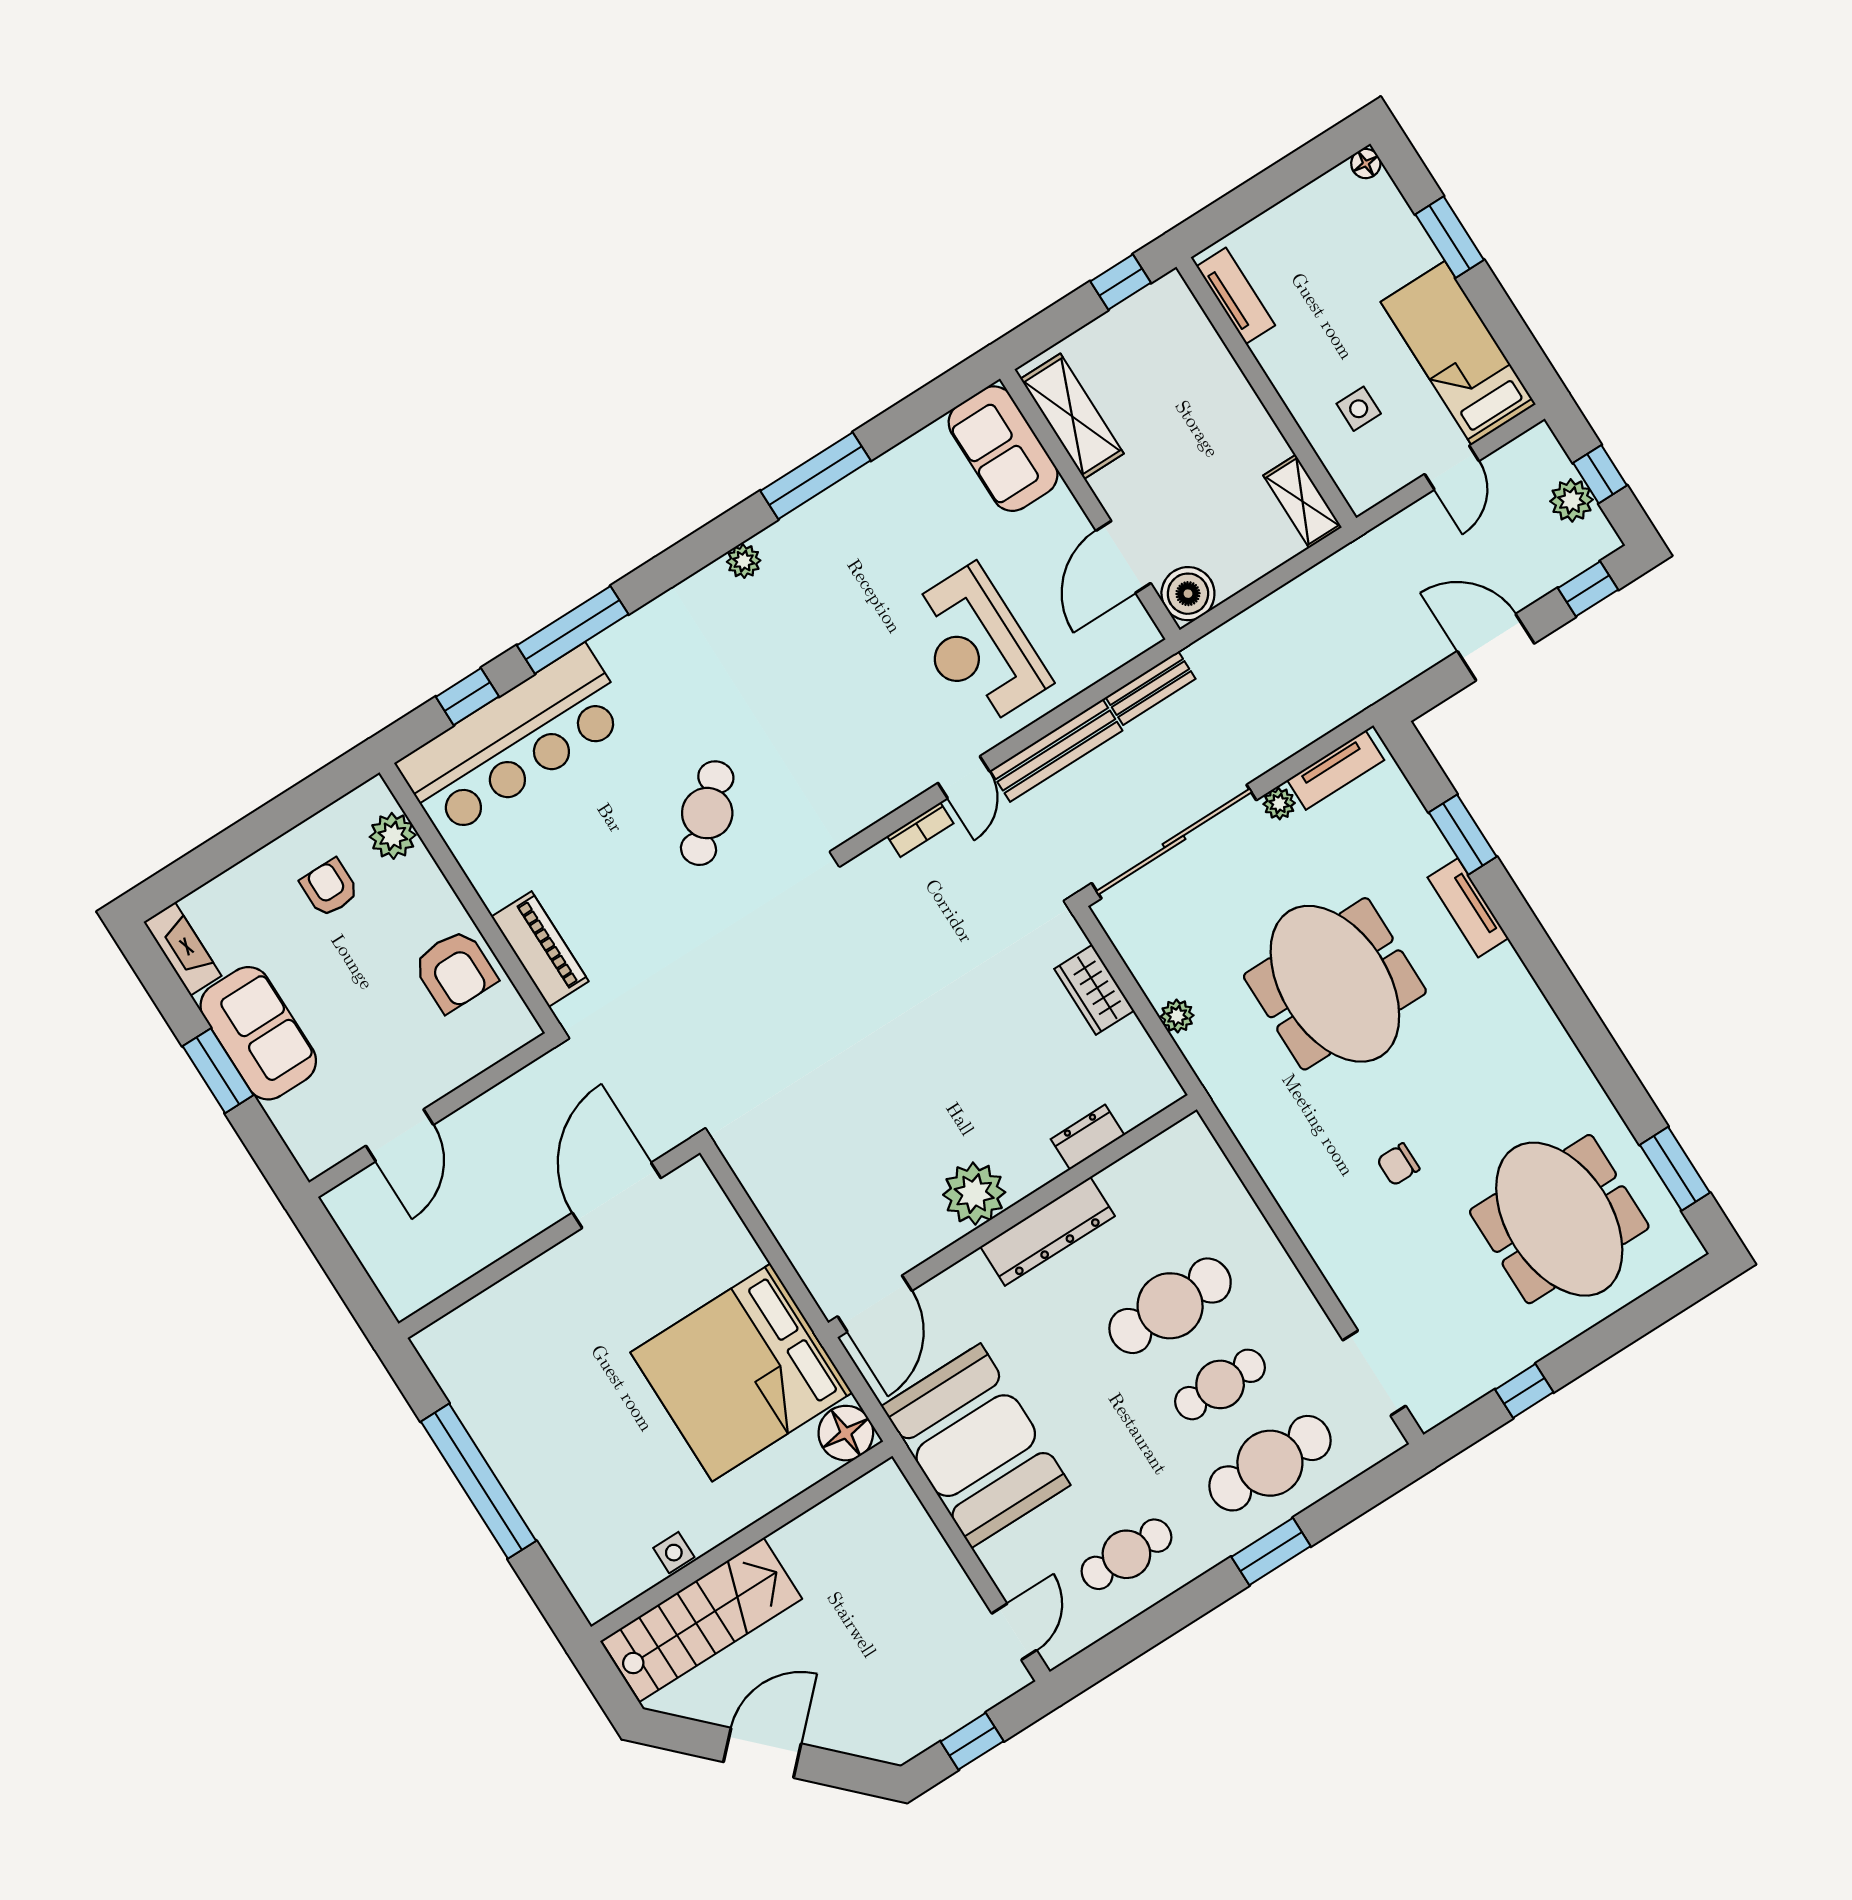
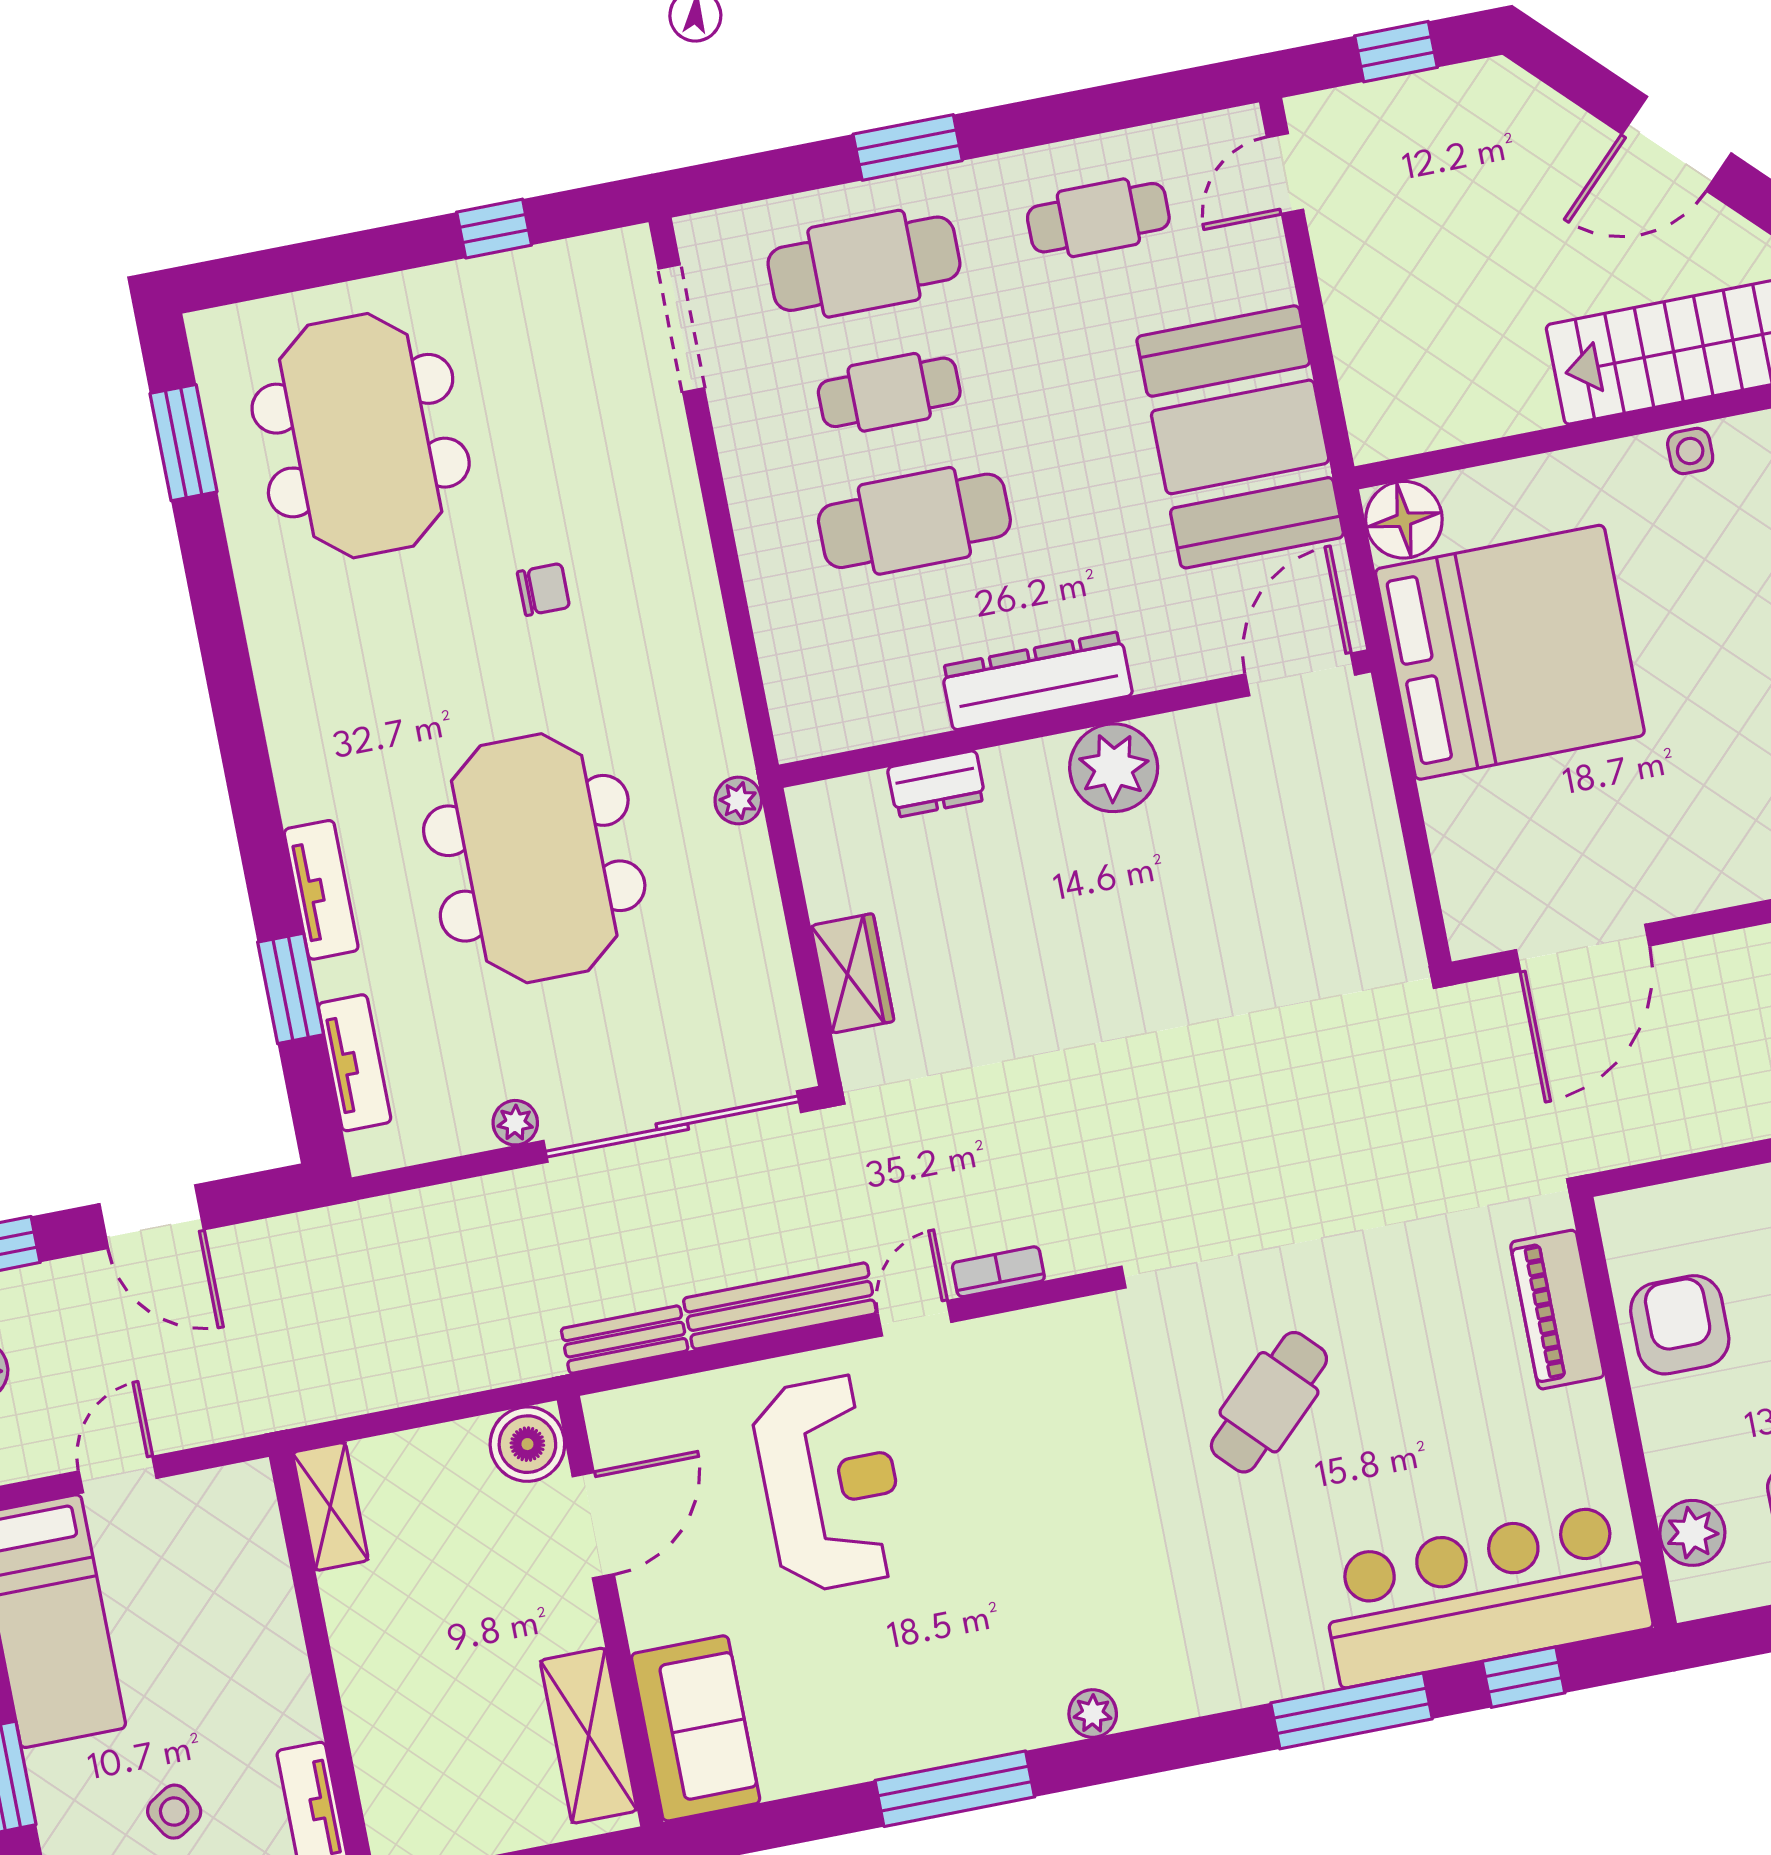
side table: (1359, 409) -> (174, 1812), moved, turned -32
tv unit: (1336, 770) -> (355, 1063), moved, turned 90
plant: (1177, 1016) -> (738, 801), moved

